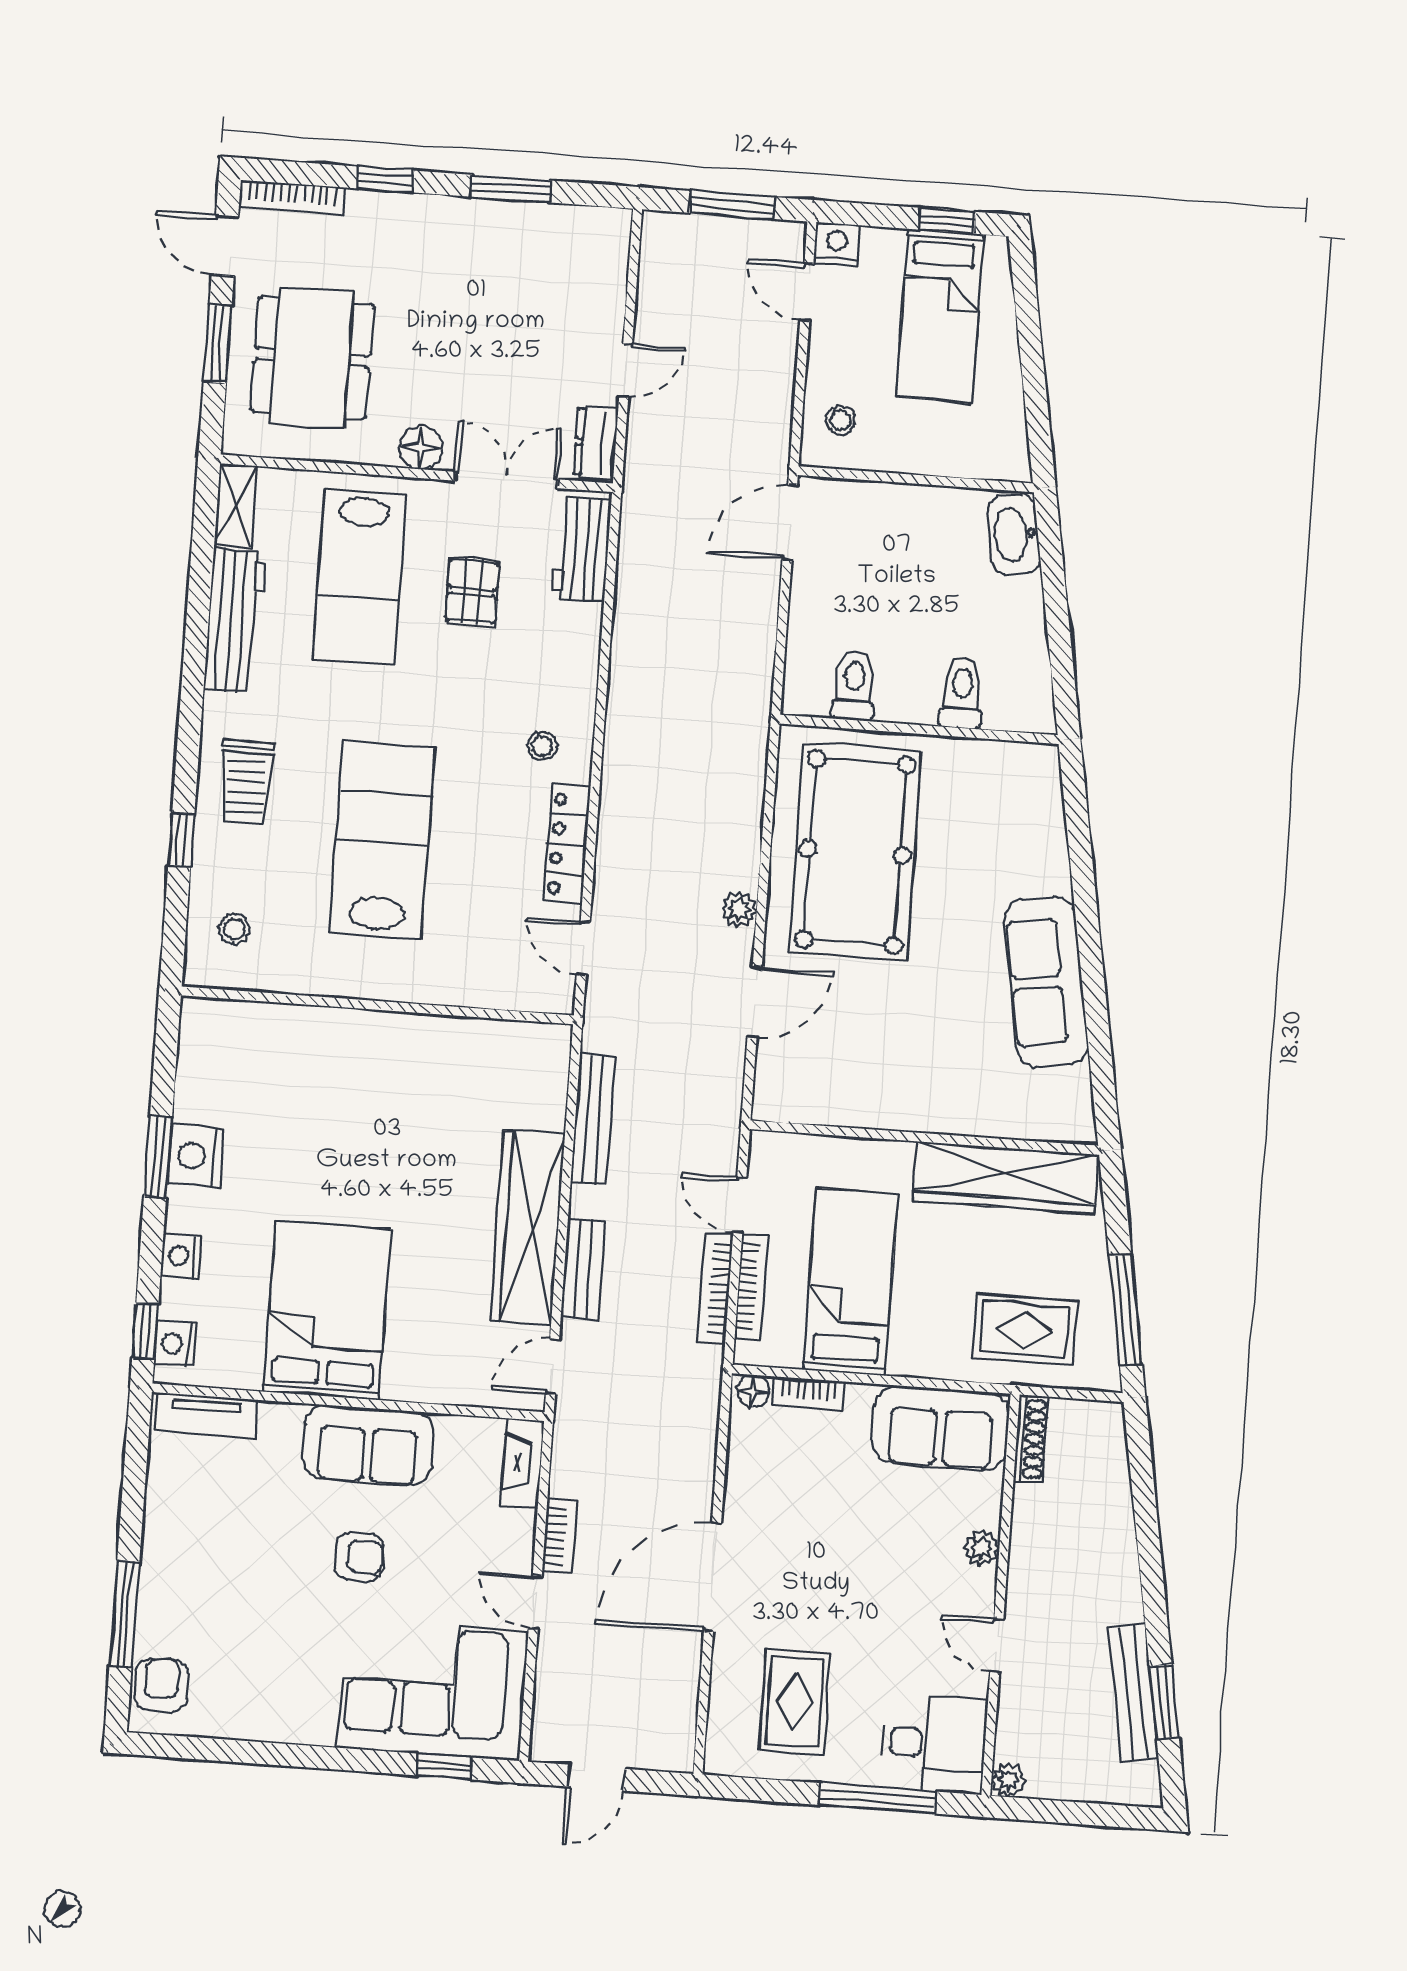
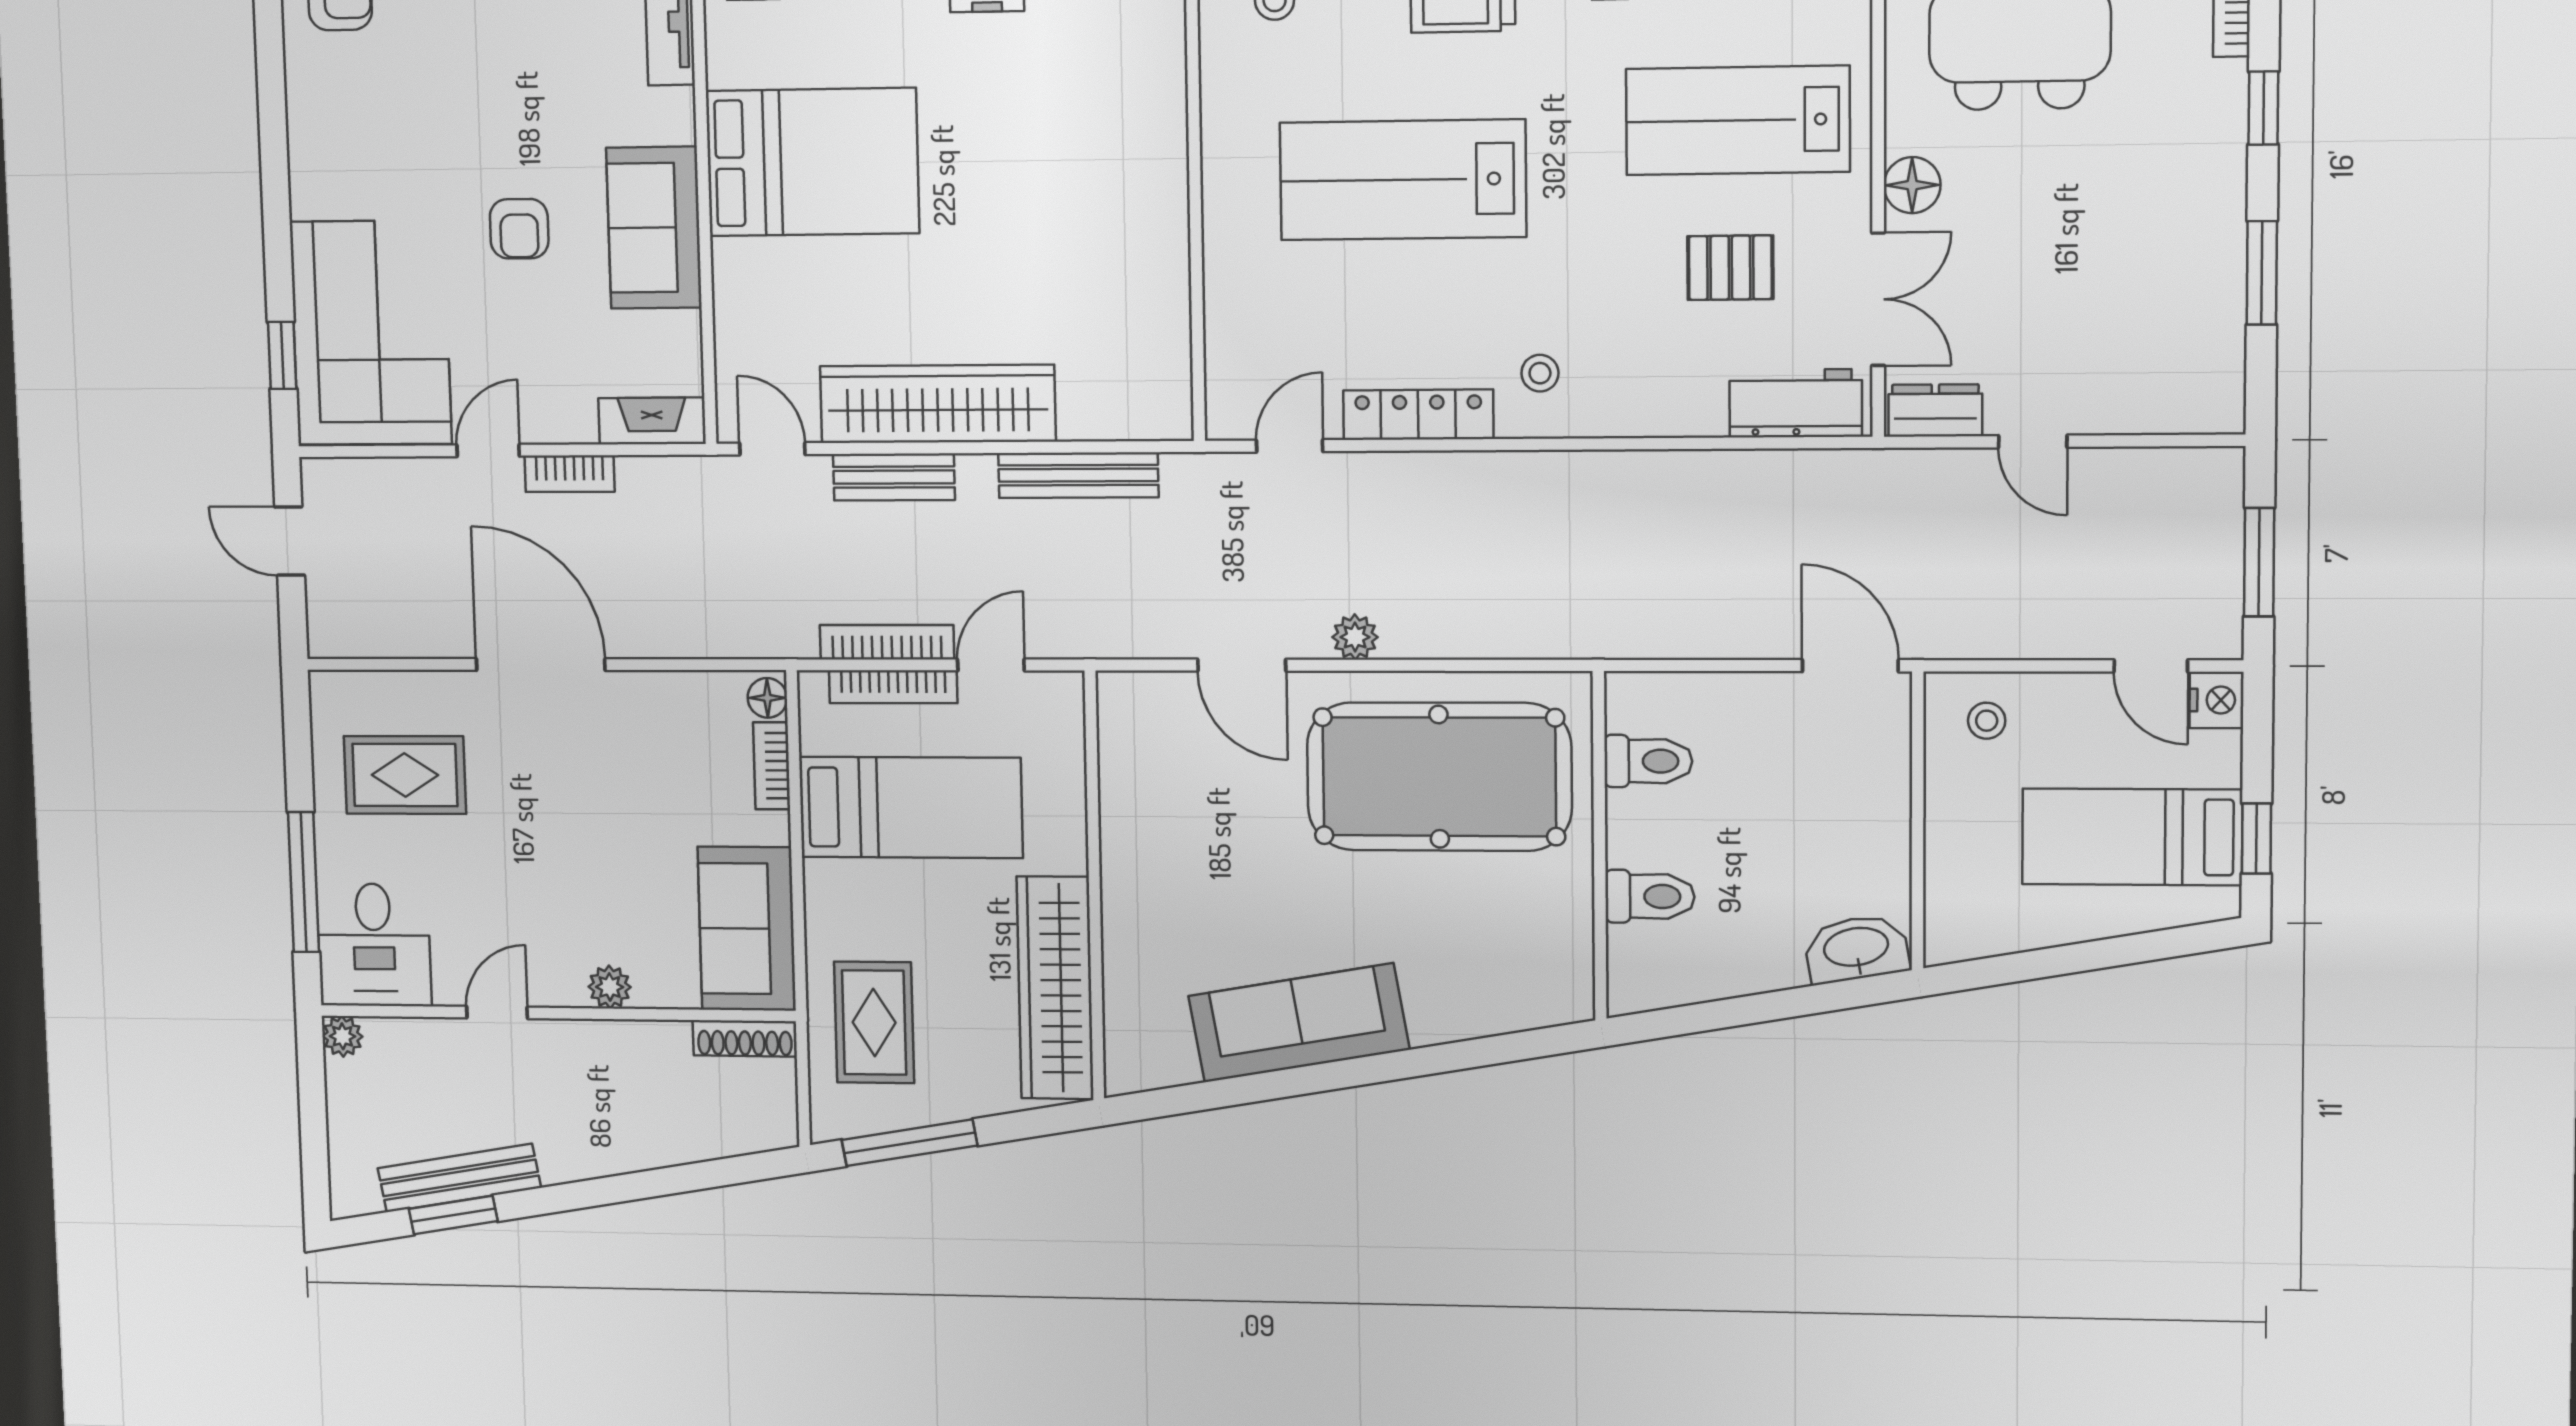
door: (807, 292) -> (2151, 666), swing flipped
lab bench: (382, 841) -> (1403, 180), turned 180

